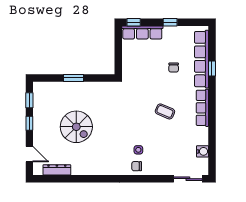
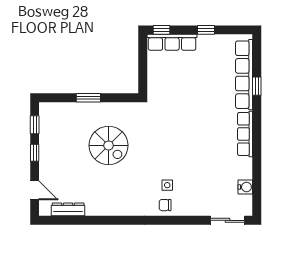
chair: (174, 68) -> (210, 85), removed
coffee table: (165, 111) -> (200, 138), removed
spiral stairs: (76, 127) -> (109, 145), moved

